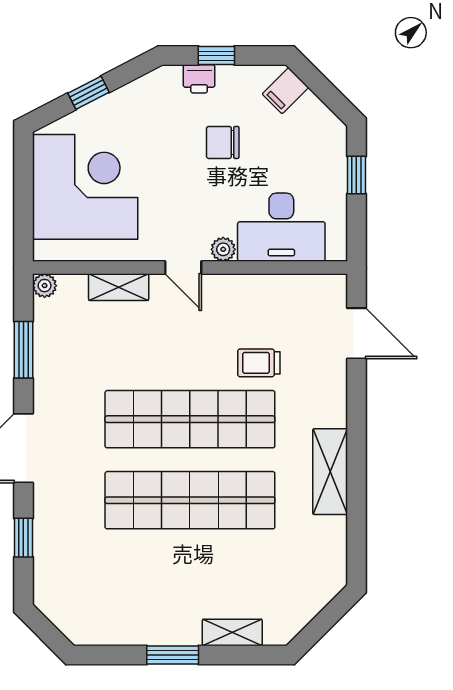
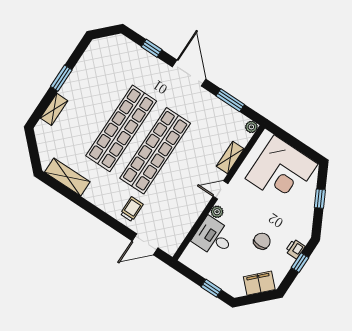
filing cabinet: (285, 91) -> (259, 283), width x2.00
desk: (281, 227) -> (213, 237), width x0.73
trolley: (259, 363) -> (132, 209), moved
shelving: (330, 472) -> (67, 177), moved

